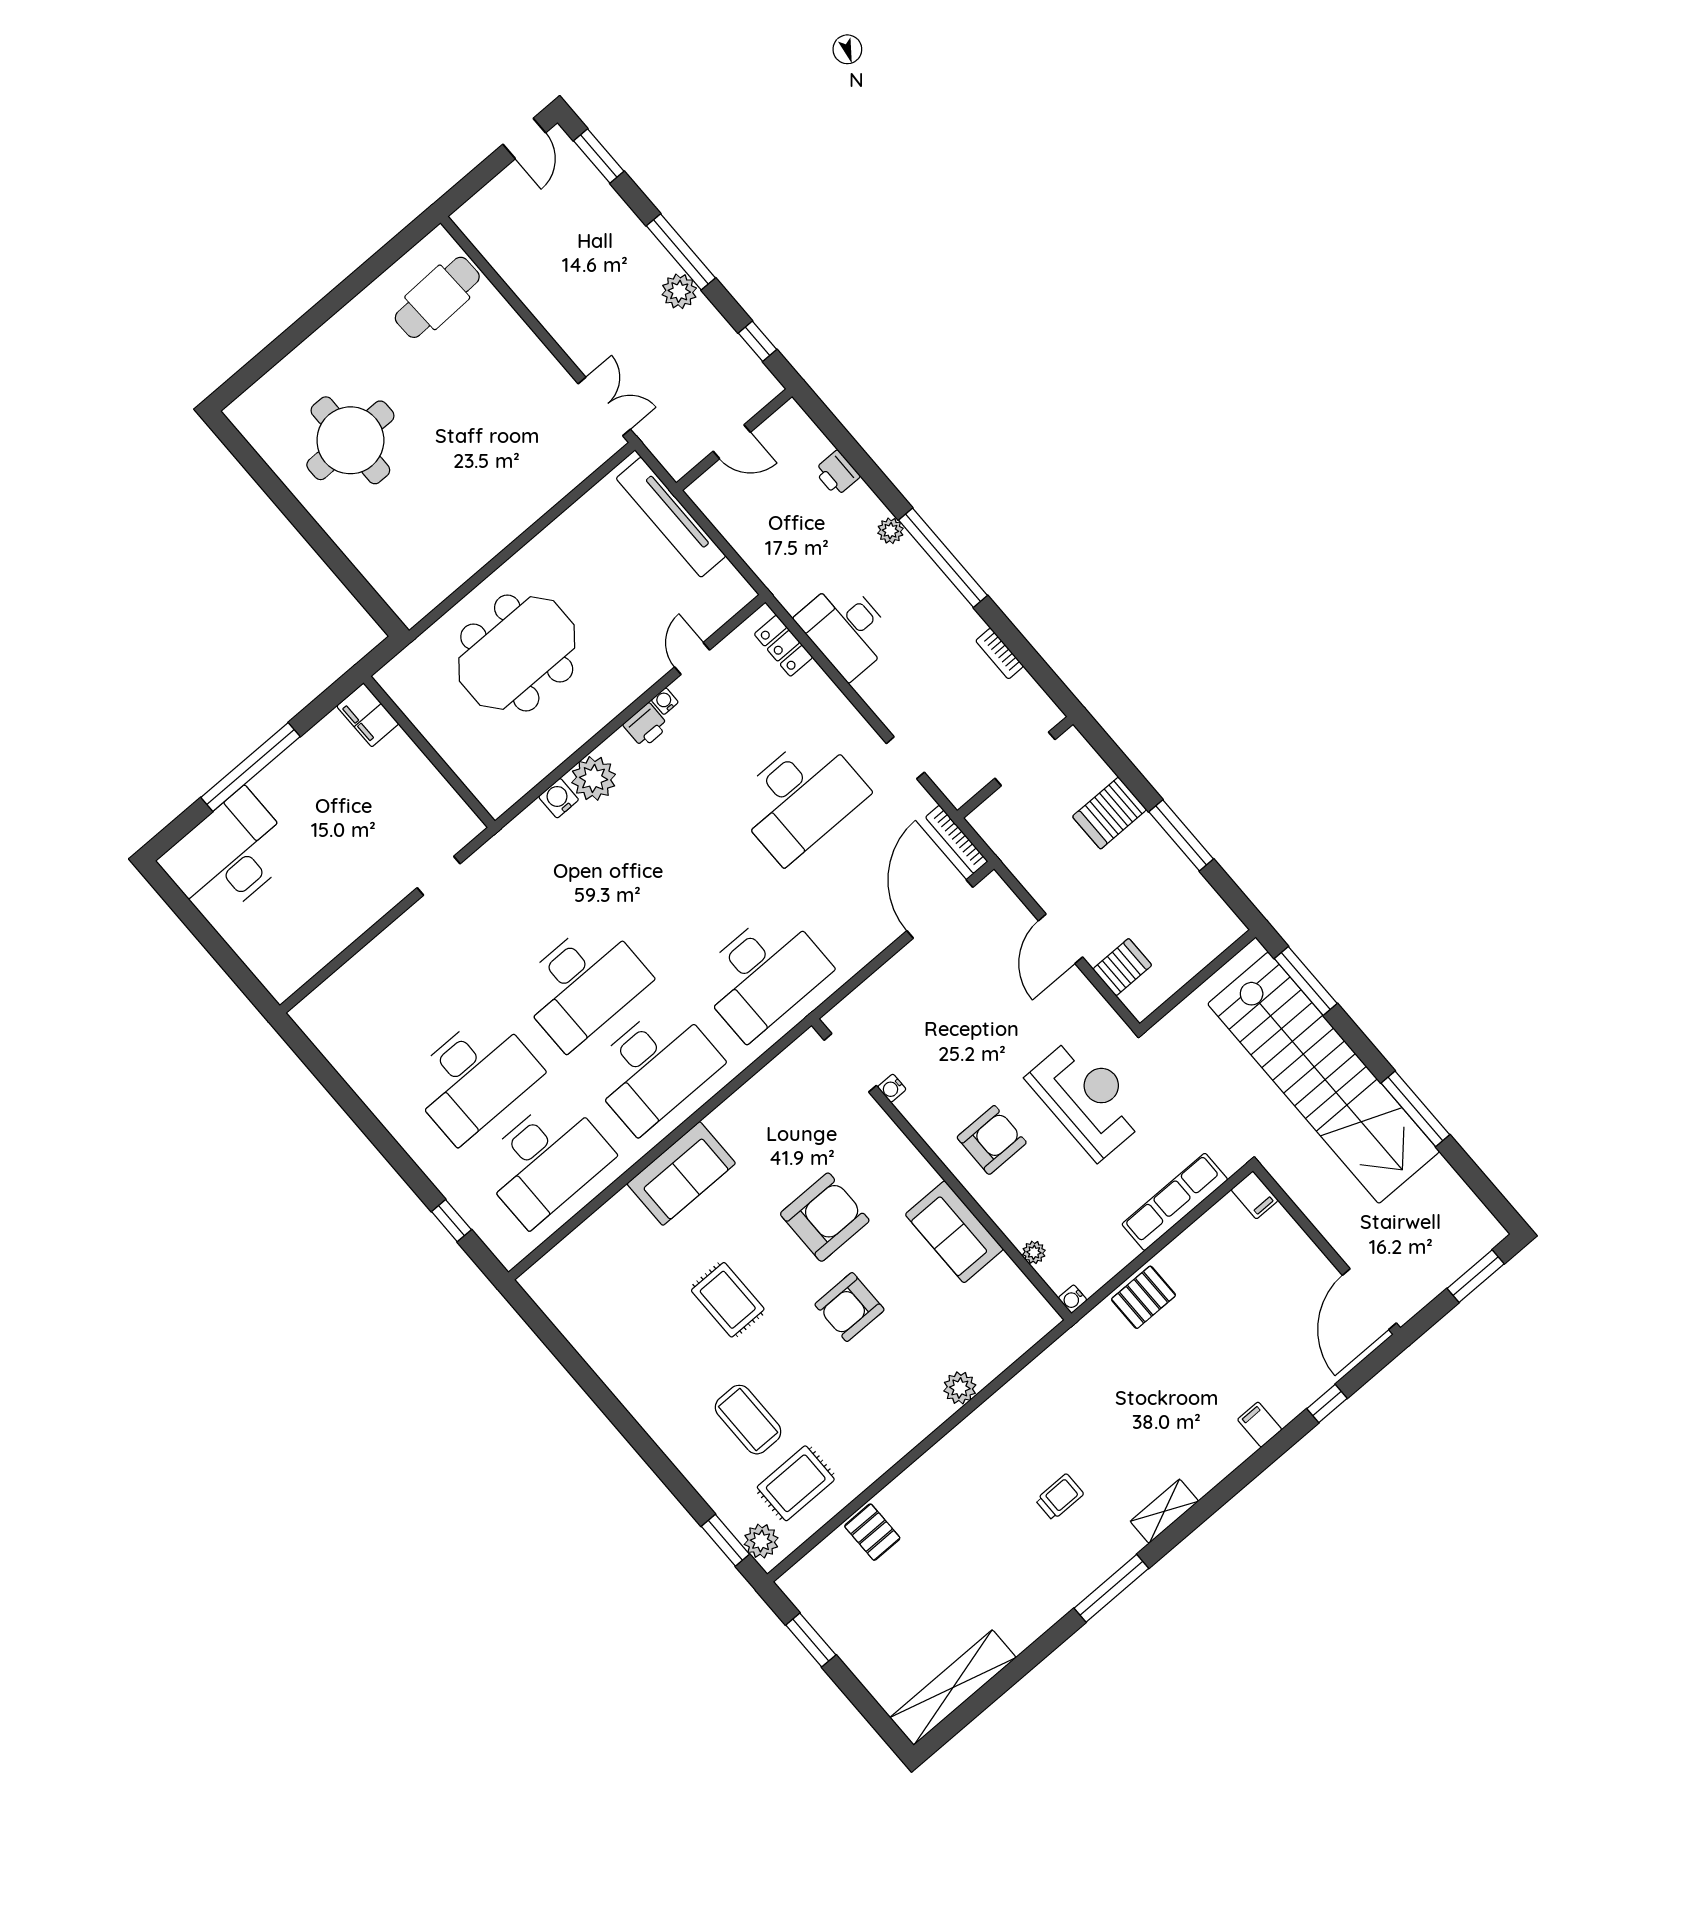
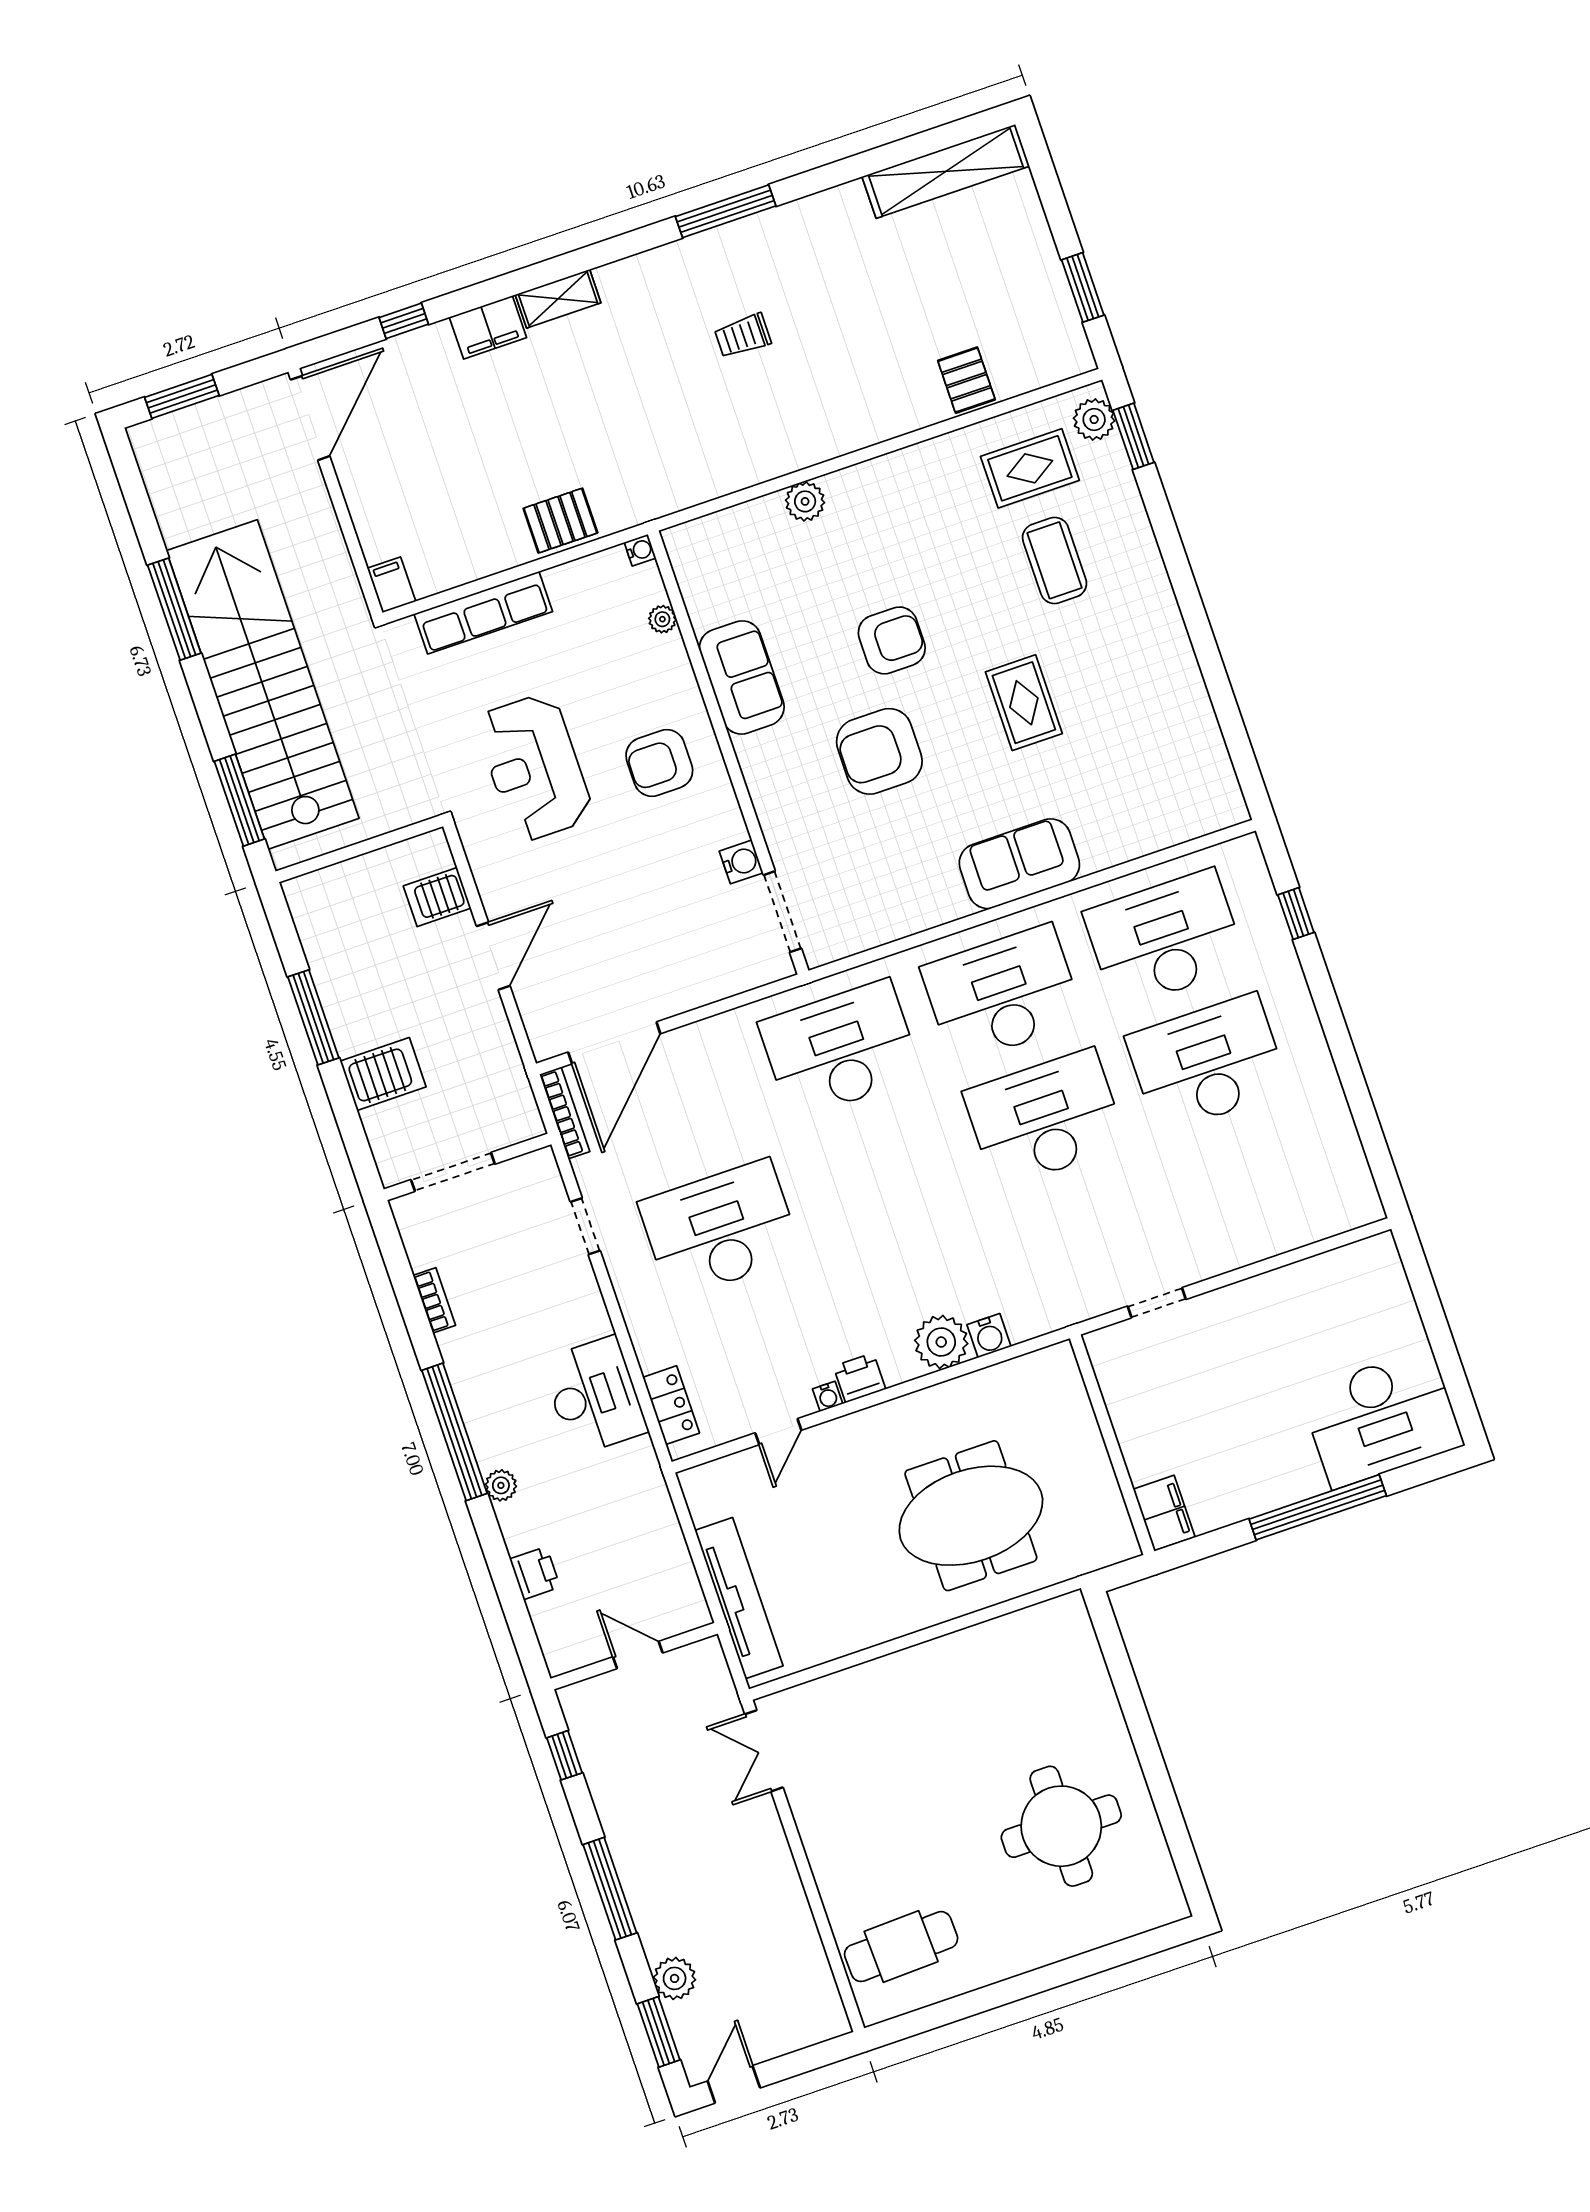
plant: (679, 291) -> (675, 1978), moved
water cooler: (892, 1088) -> (741, 862), width x1.38, depth x1.38
filing cabinet: (1260, 1425) -> (488, 327), width x2.00
shelving: (1164, 1511) -> (558, 299), moved

